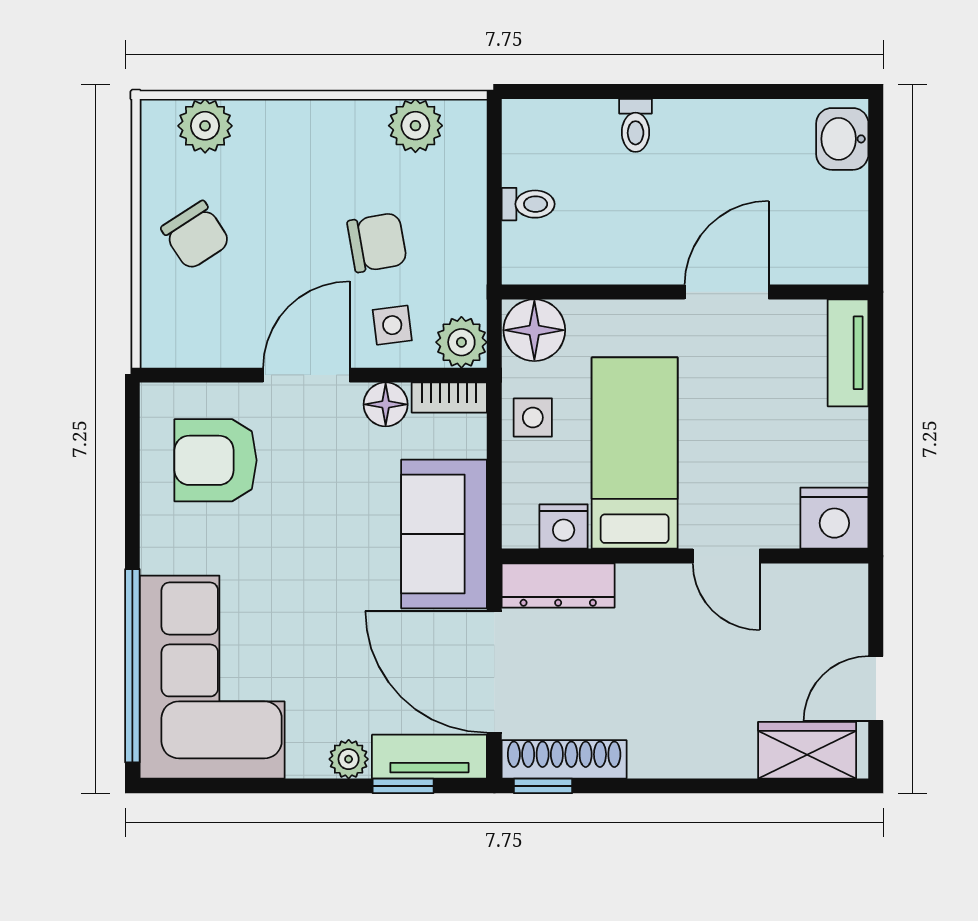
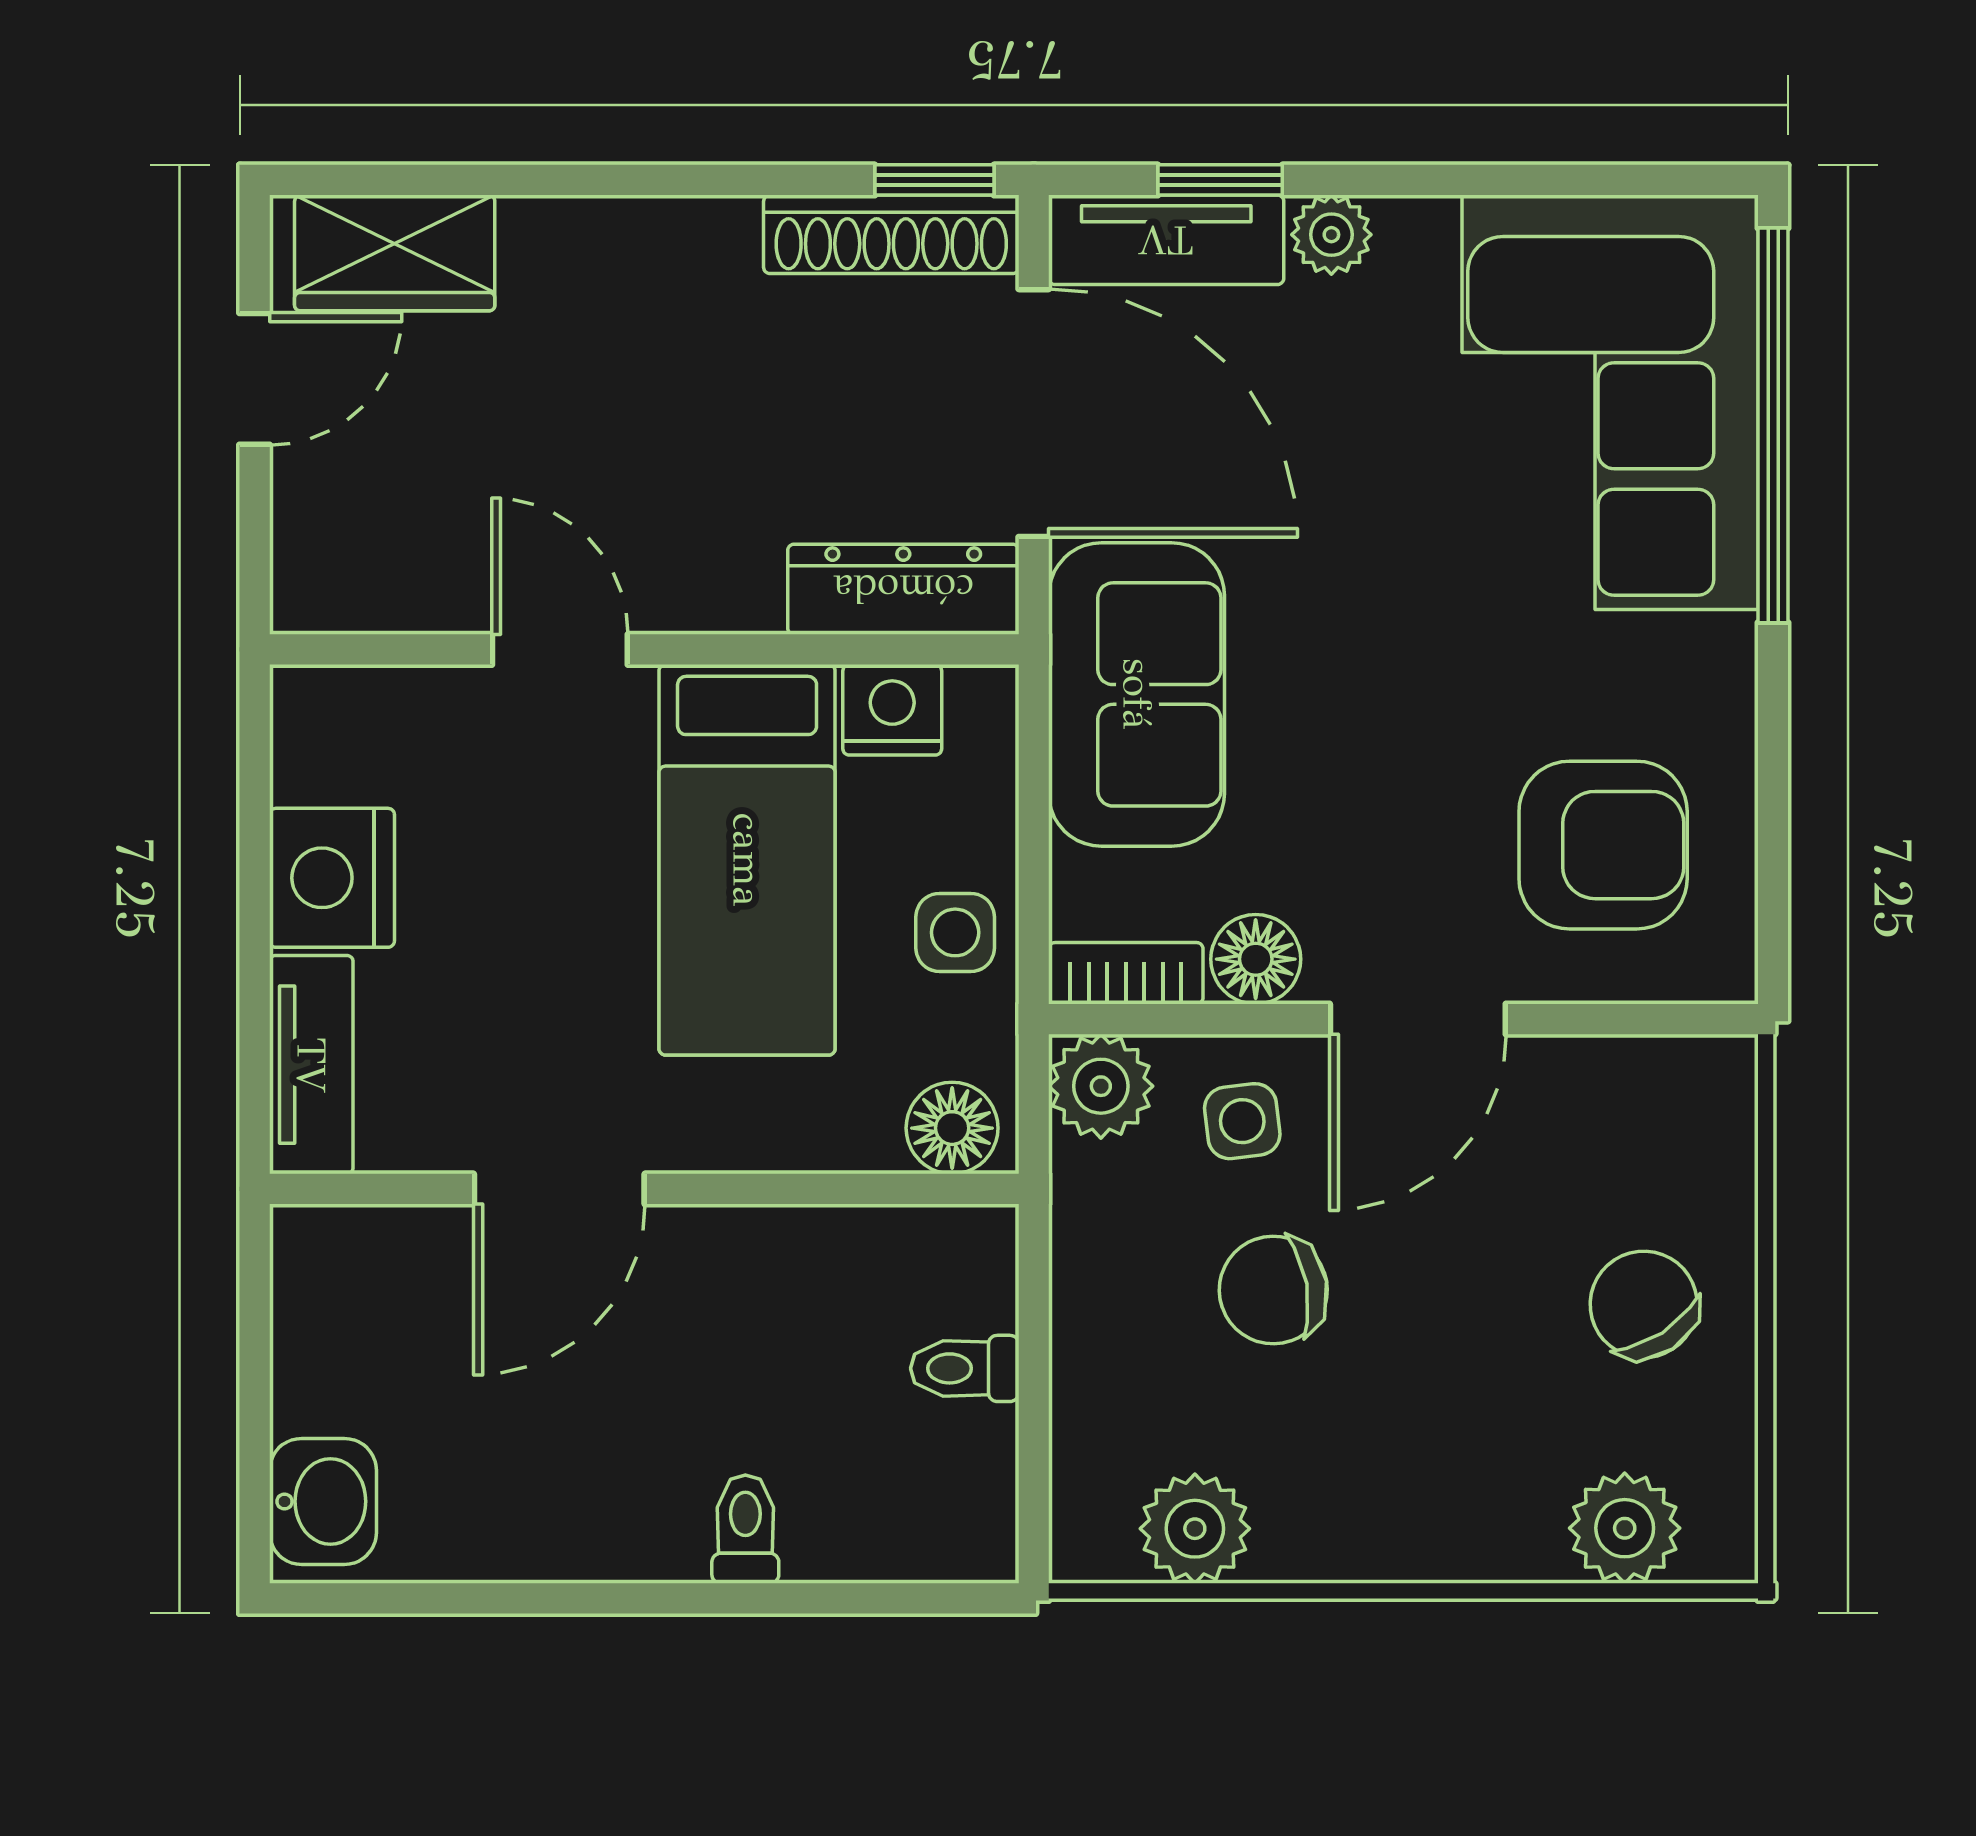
floor lamp: (534, 330) -> (952, 1128), width x0.73, depth x0.73
nightstand: (834, 518) -> (332, 878), moved, turned -90

